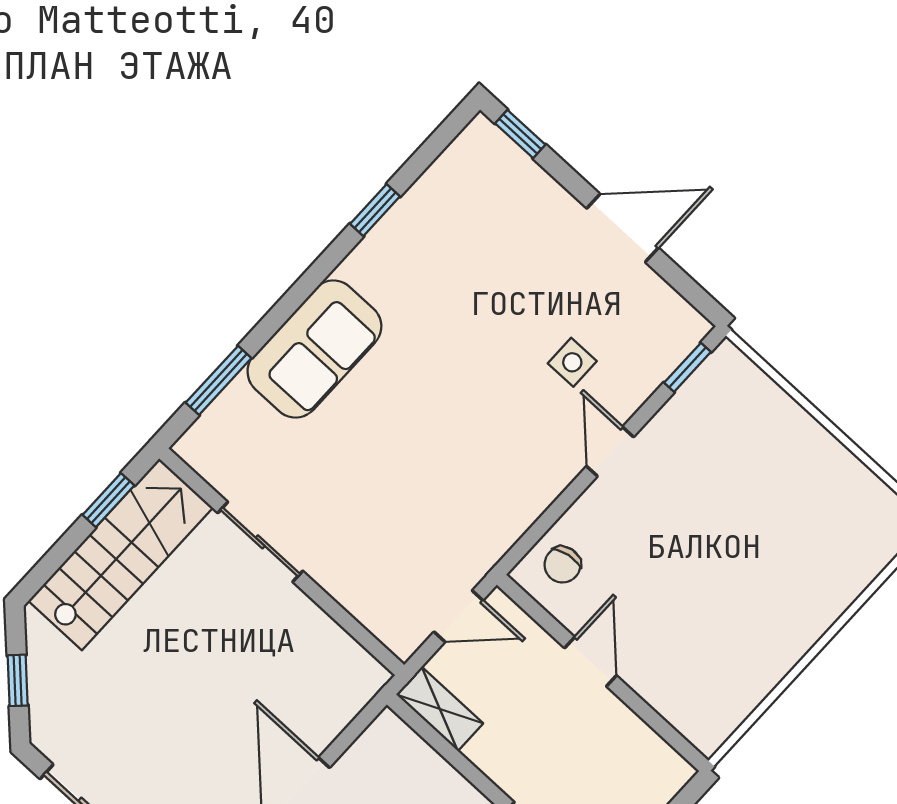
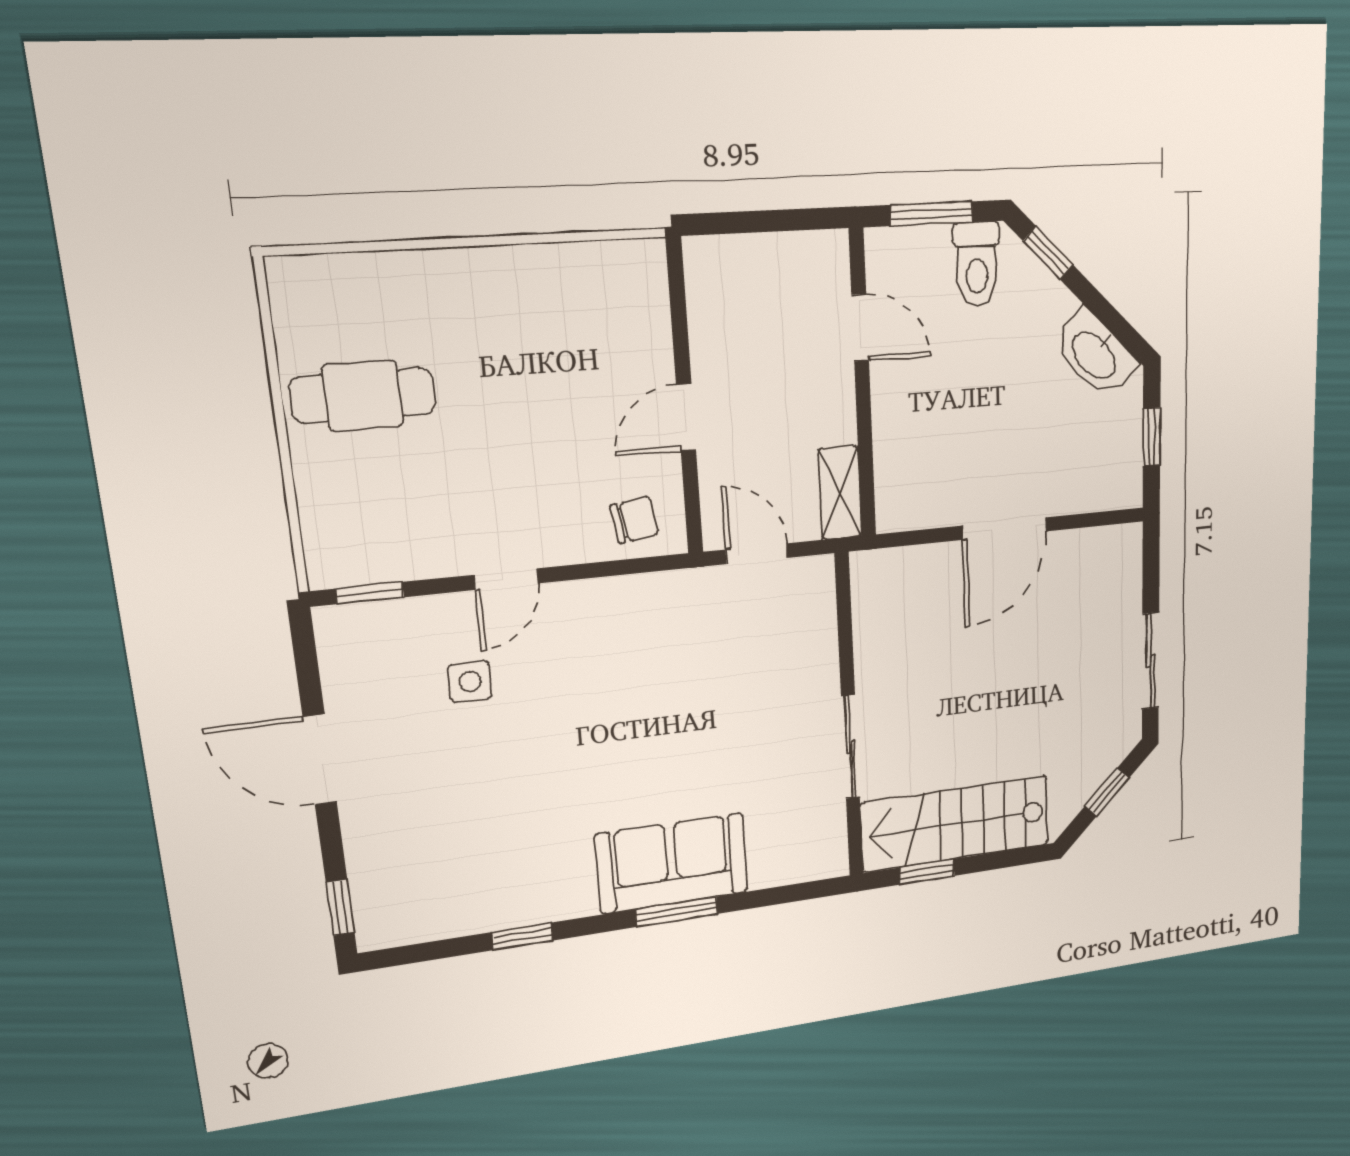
window: (219, 380) -> (677, 912), moved
cafe table: (801, 490) -> (363, 396), added

